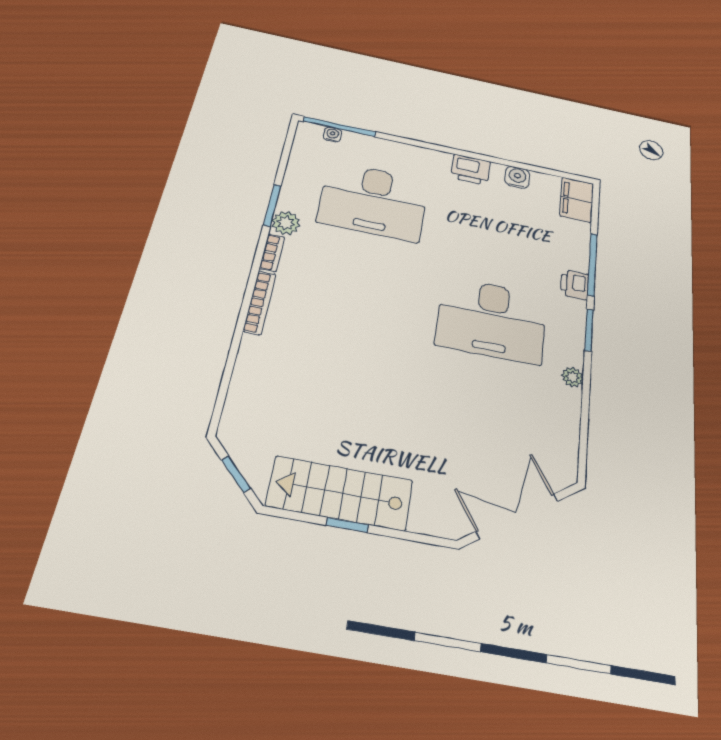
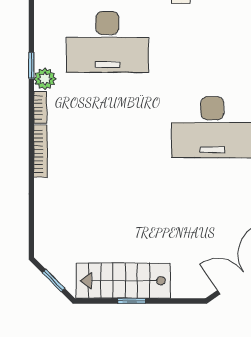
window: (272, 205) -> (31, 65), width x0.67

